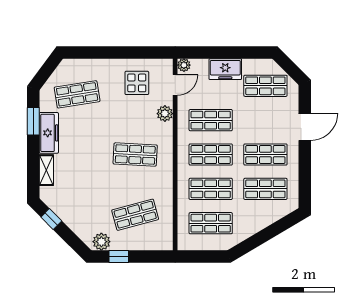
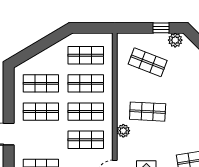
plant: (165, 114) -> (123, 131), moved
shop shelf: (135, 215) -> (148, 62), turned 36

